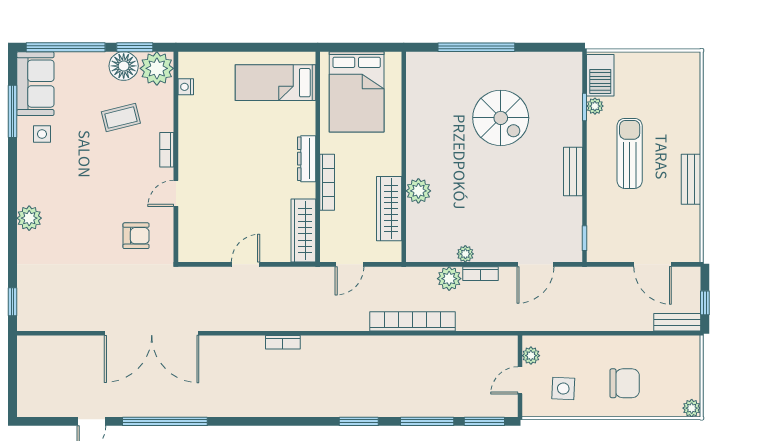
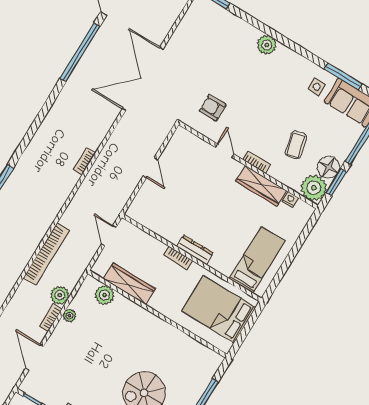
bookcase: (327, 182) -> (178, 258), width x0.64
plant: (418, 191) -> (105, 295), moved
wardrobe: (303, 231) -> (261, 186), moved, turned 180
armchair: (136, 236) -> (213, 108), turned 90

